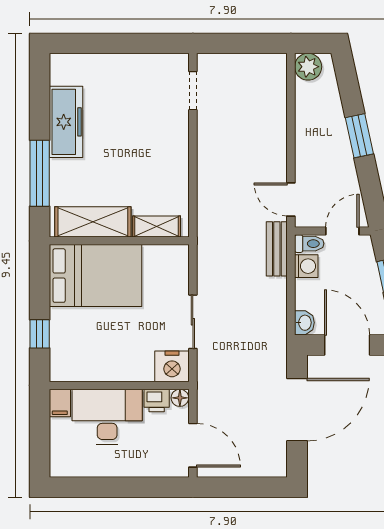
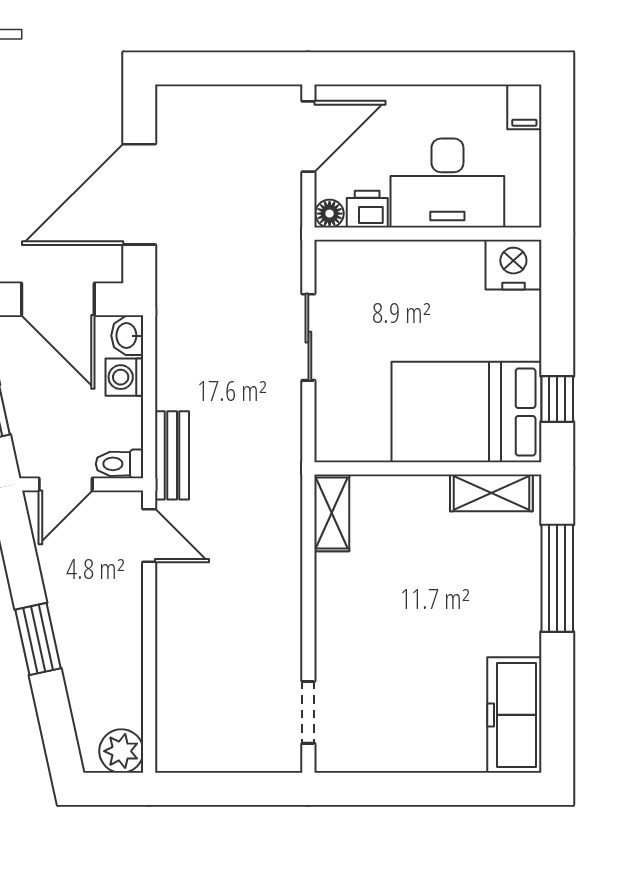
freezer: (66, 122) -> (514, 715), moved
shelving: (93, 222) -> (491, 493), width x0.67, depth x0.75
shelving: (157, 226) -> (332, 513), moved, turned 90
washing machine: (306, 266) -> (124, 377), moved
window: (40, 334) -> (557, 399), moved
nightstand: (172, 366) -> (513, 265), moved
filing cabinet: (60, 403) -> (524, 107), moved, turned 180
door: (193, 445) -> (308, 137), swing flipped

